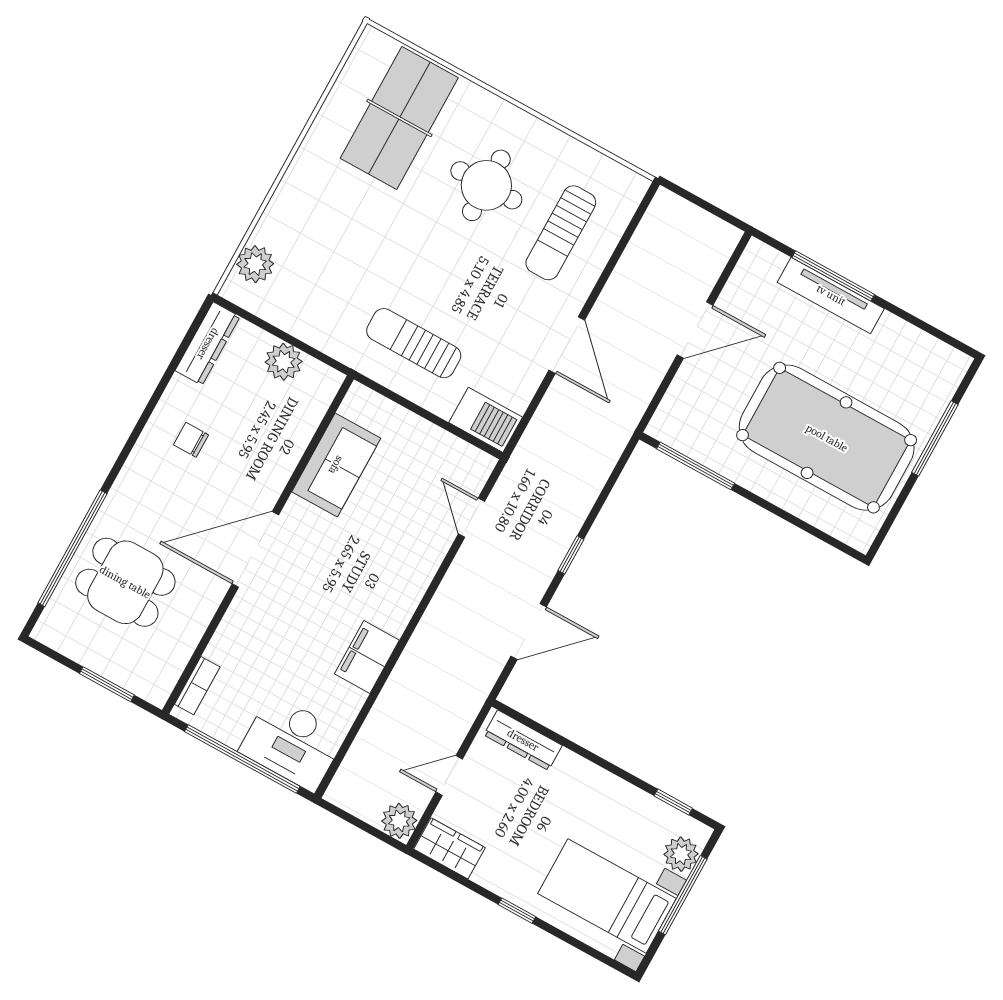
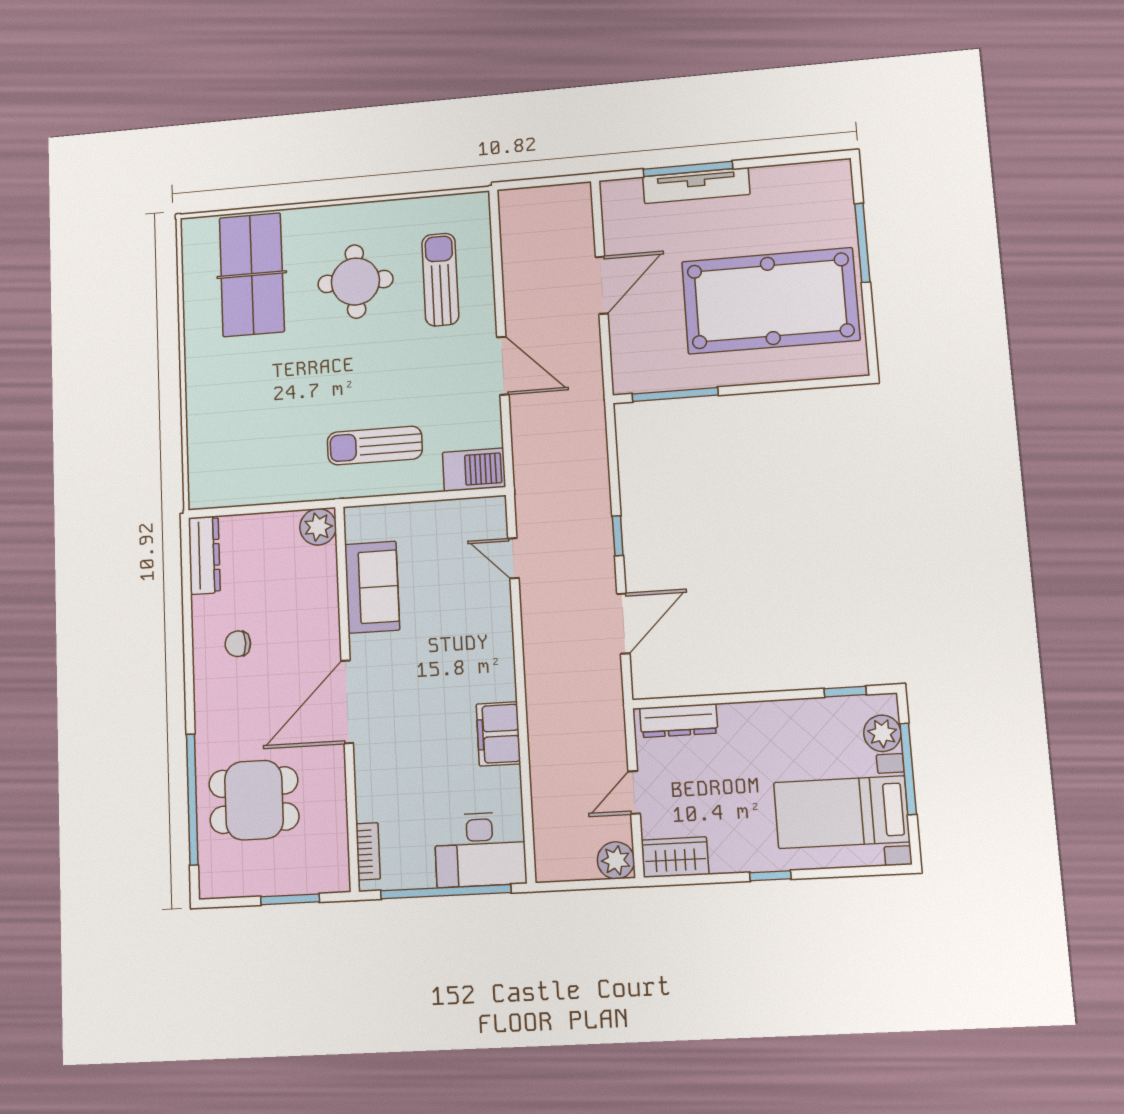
sun lounger: (561, 233) -> (440, 280), turned 180
plant: (255, 264) -> (205, 465), removed
plant: (284, 362) -> (318, 527), moved

